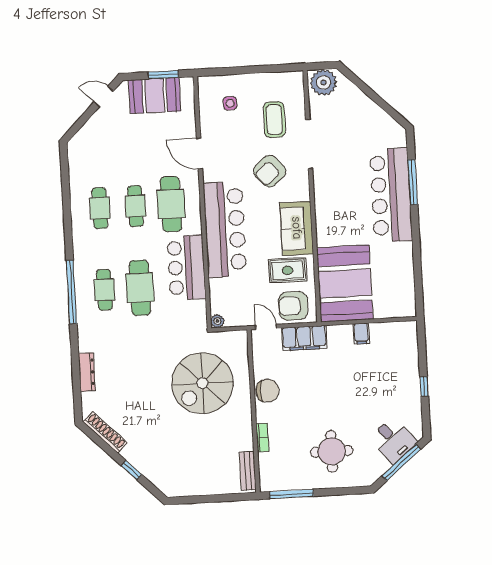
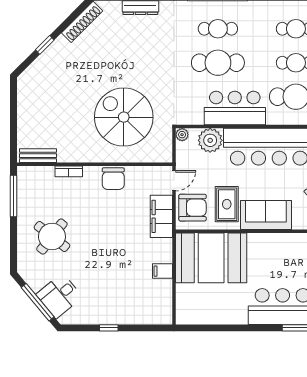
plant: (222, 291) -> (210, 140), added
armchair: (293, 306) -> (193, 208), turned 90
round table: (332, 451) -> (52, 236), turned 38

